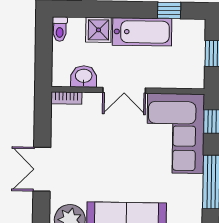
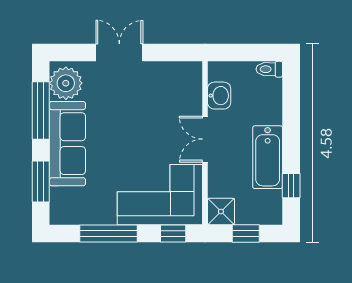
shower: (98, 30) -> (221, 211), moved
bookcase: (66, 98) -> (196, 77), removed

